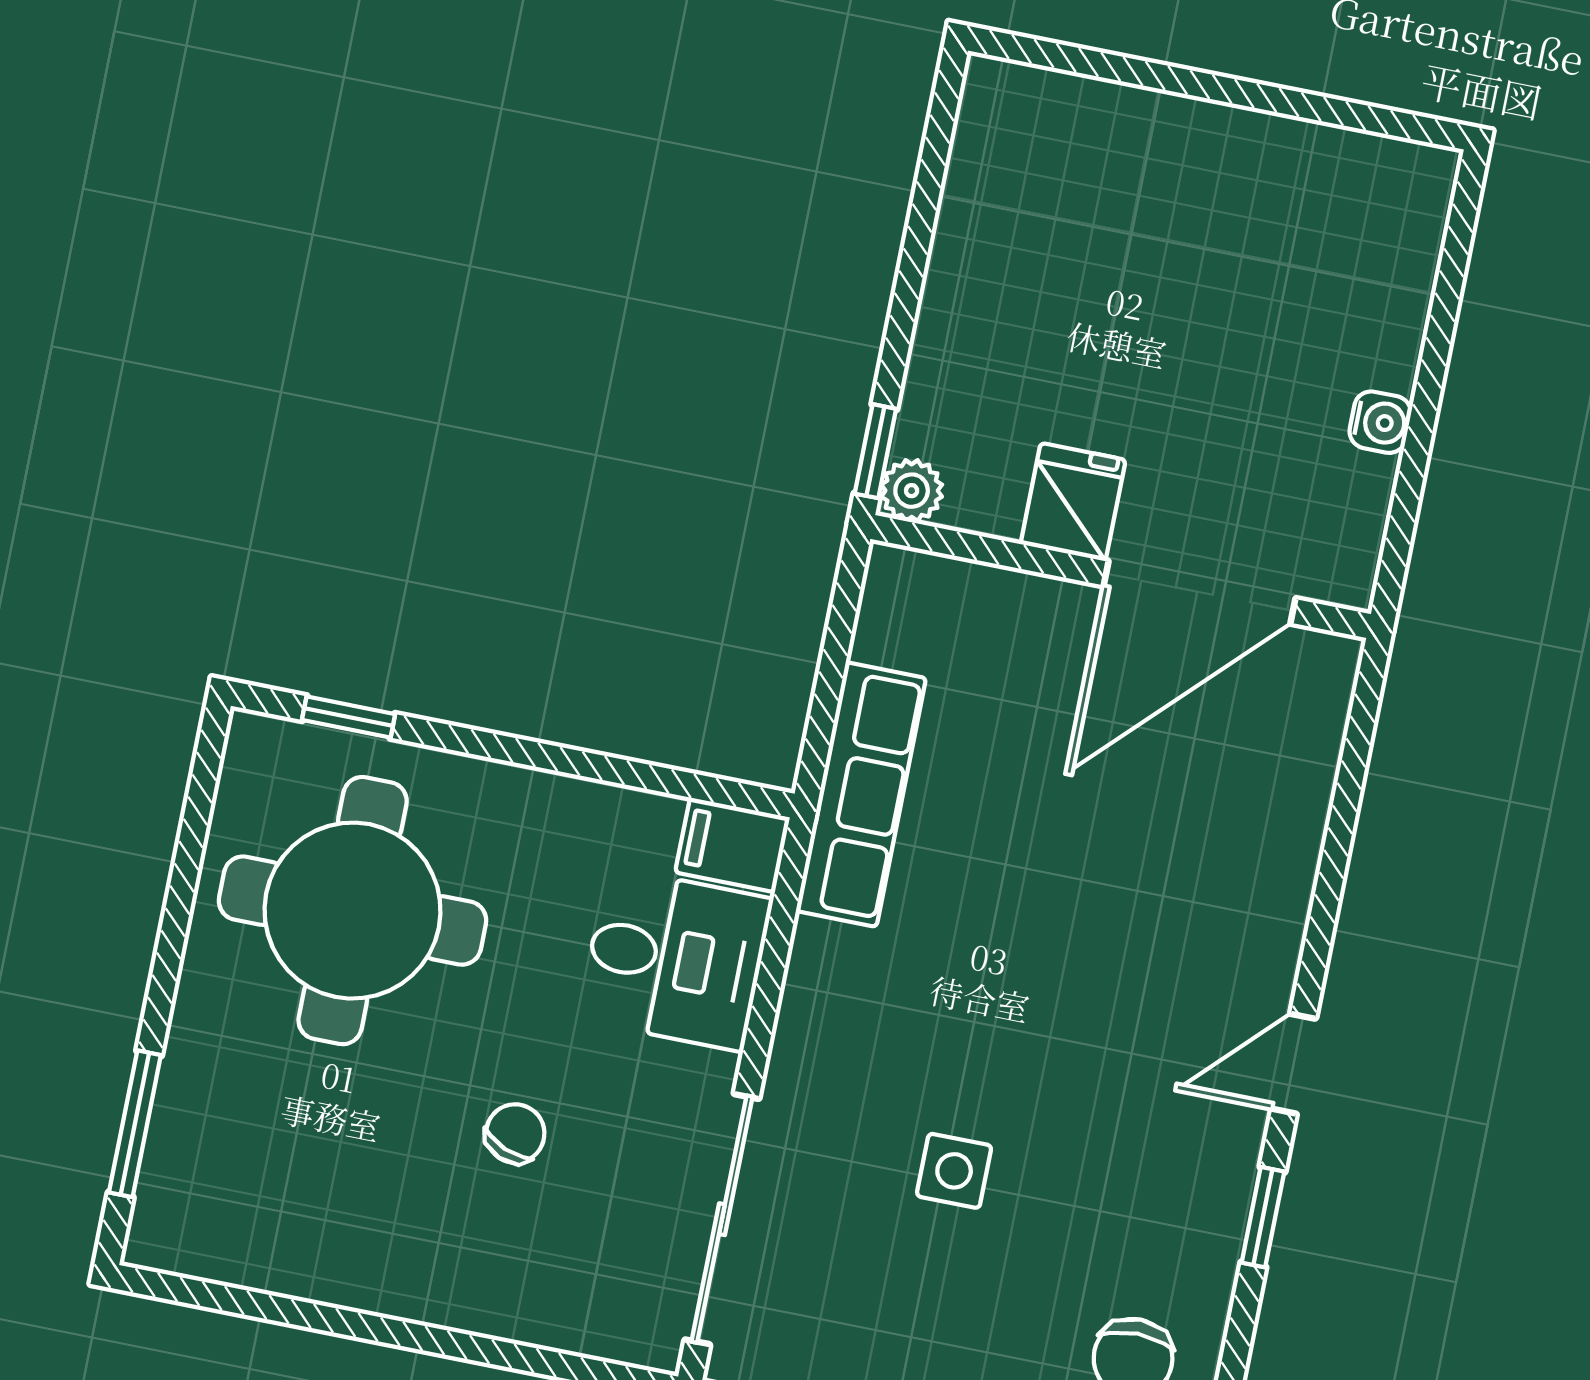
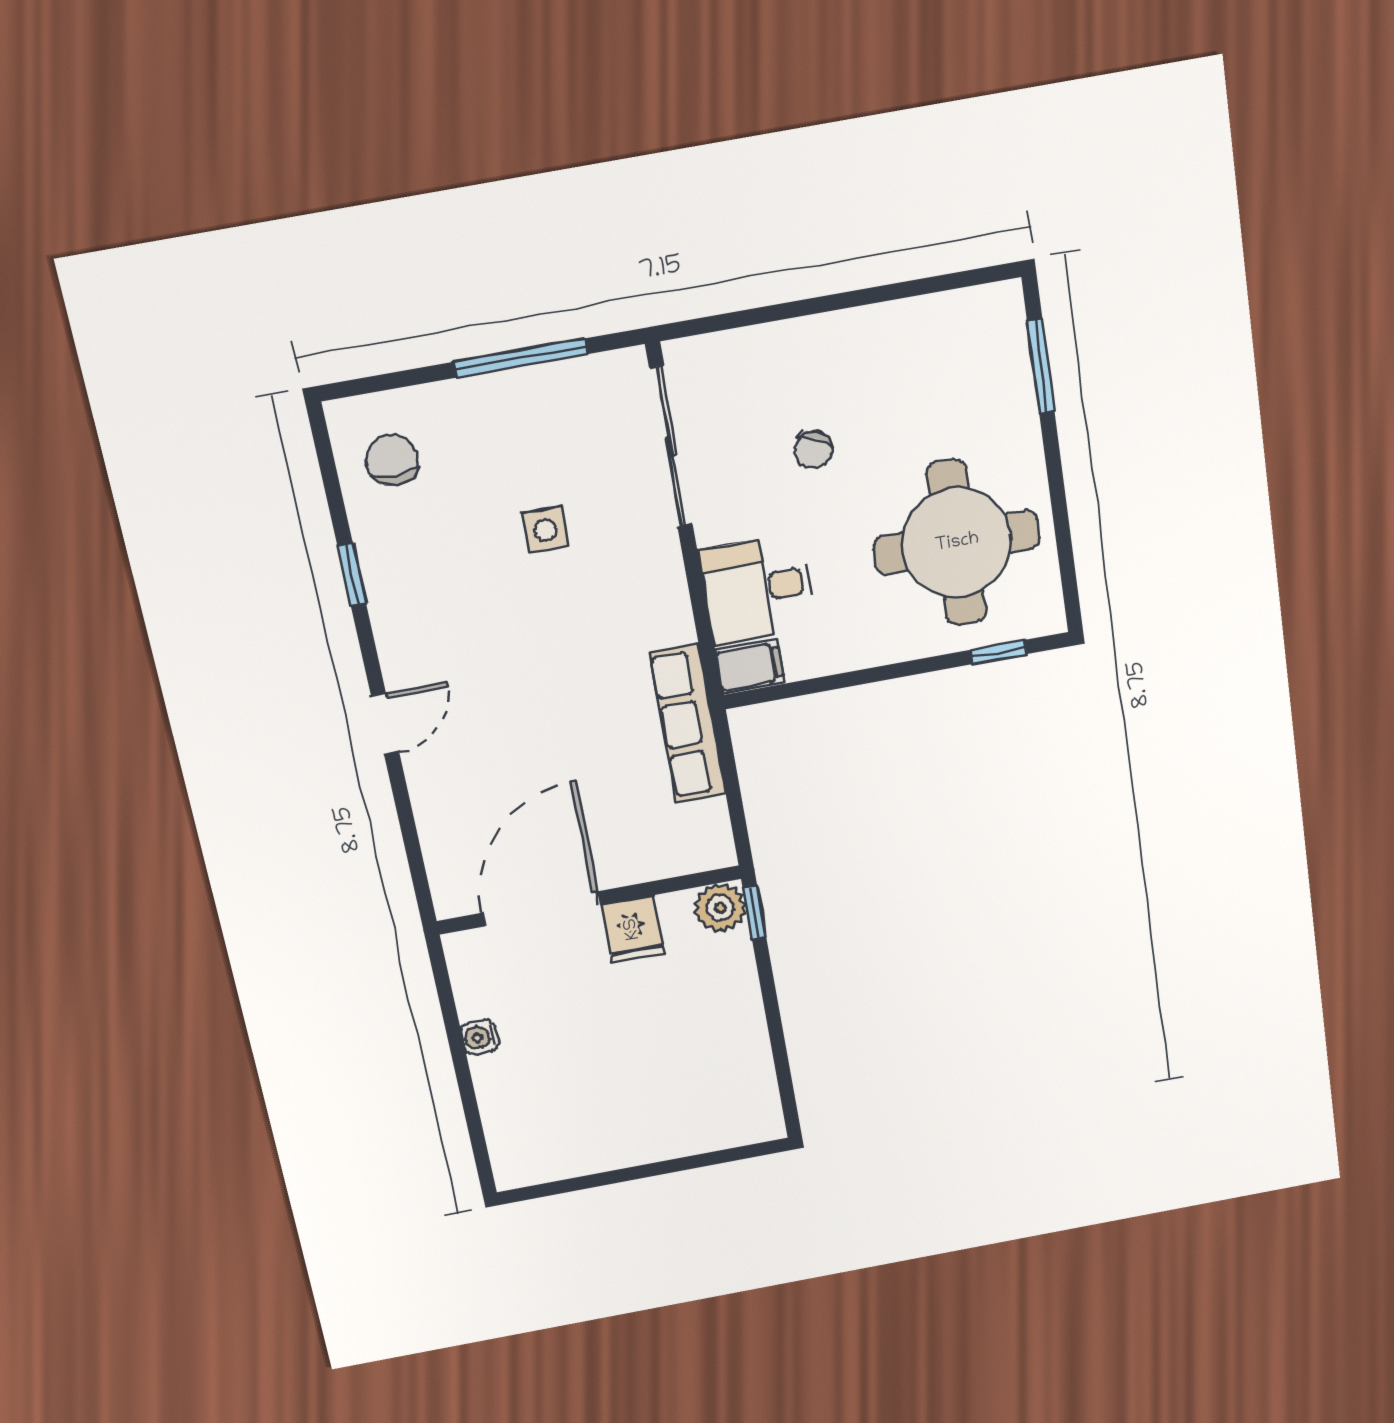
plant: (912, 491) -> (720, 908), width x1.38, depth x1.38
door: (1294, 1064) -> (385, 724), moved

